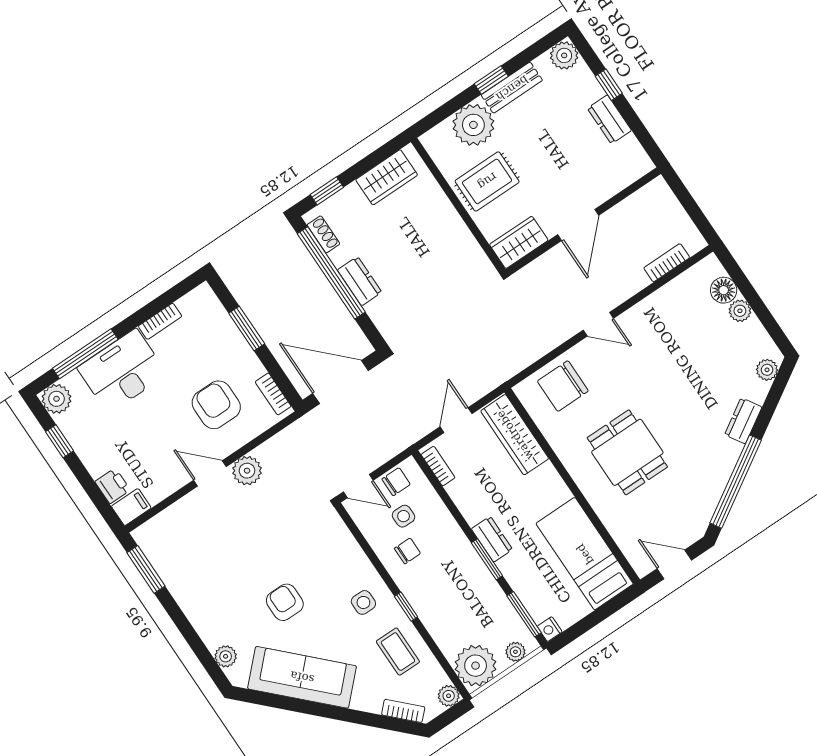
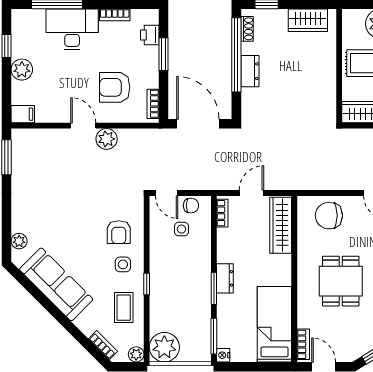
plant: (57, 399) -> (22, 70), moved
armchair: (216, 405) -> (115, 87), turned -90
printer: (113, 486) -> (150, 35), moved, turned 180
chair: (407, 551) -> (170, 251), removed
bookcase: (633, 554) -> (303, 344), added
armchair: (285, 602) -> (119, 232), moved, turned 180
plant: (515, 652) -> (194, 355), removed

